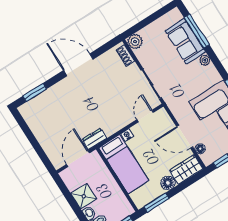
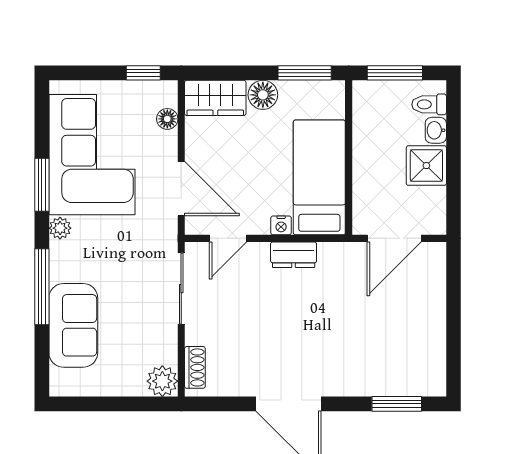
window: (197, 31) -> (42, 287), moved
plant: (205, 60) -> (60, 228), moved
door: (185, 137) -> (181, 189), moved
dresser: (95, 139) -> (294, 255), moved

